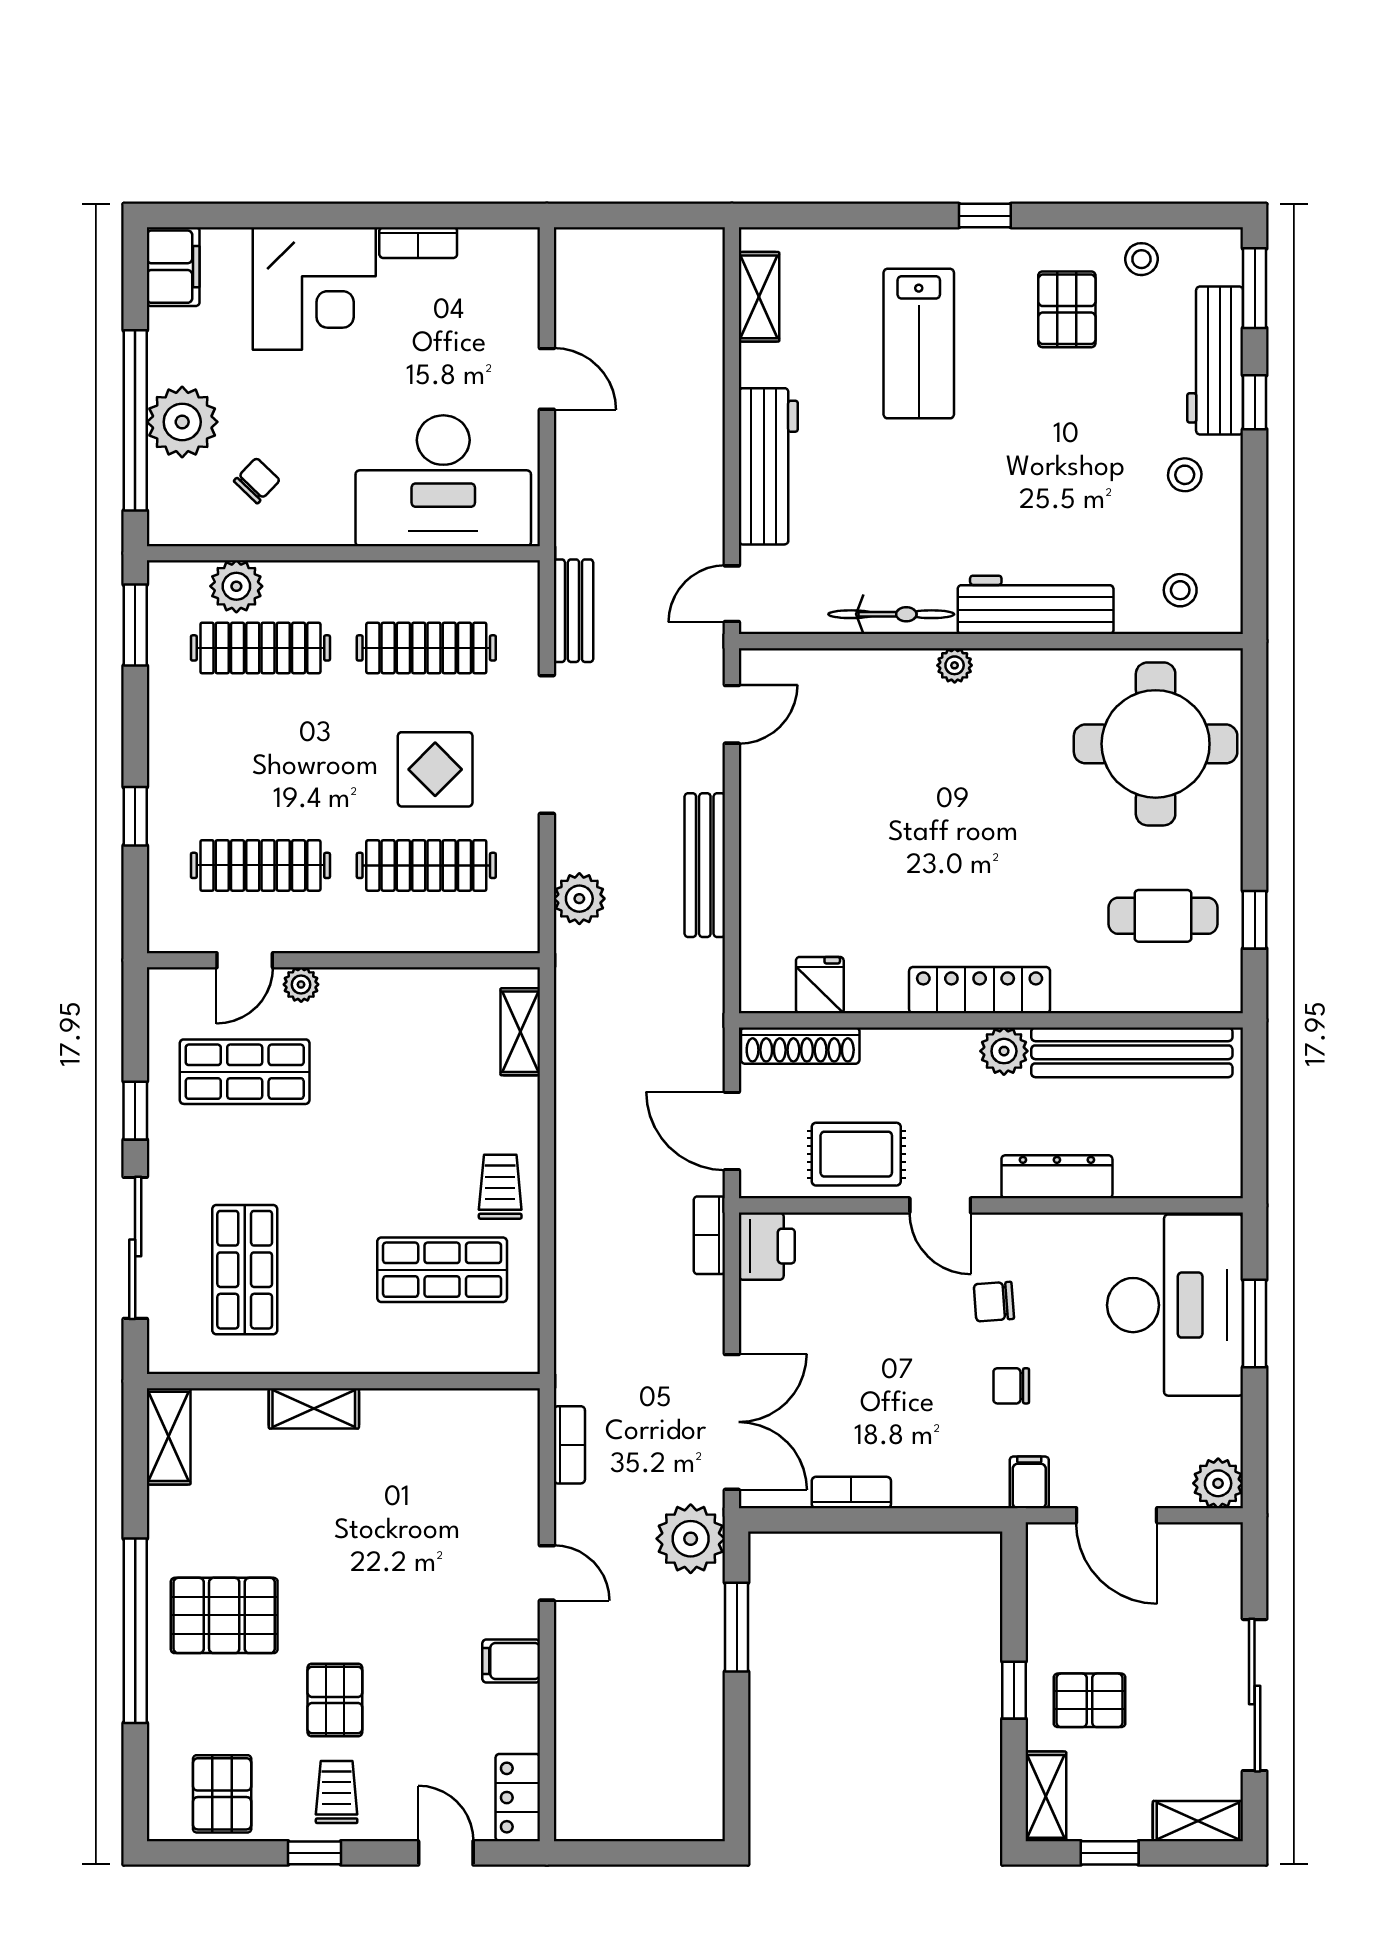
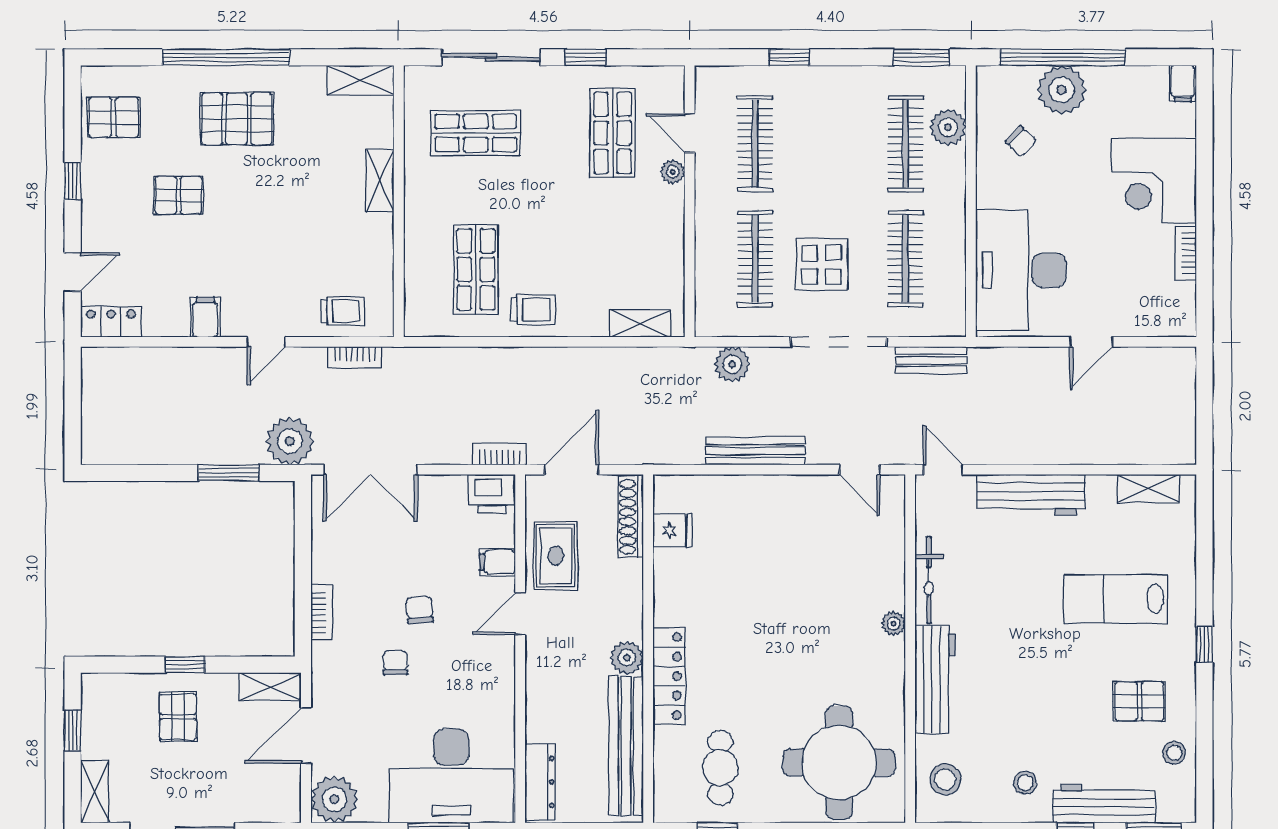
filing cabinet: (173, 267) -> (1183, 84), width x0.50
stool: (1180, 590) -> (945, 780), width x1.37, depth x1.37
locker: (980, 990) -> (669, 676), moved
dresser: (1057, 1177) -> (540, 782), moved
chair: (994, 1302) -> (420, 610), moved
filing cabinet: (1029, 1482) -> (497, 562), moved, turned 180
plant: (1218, 1483) -> (334, 799), width x1.36, depth x1.36
bookcase: (851, 1493) -> (322, 613), moved
pallet: (224, 1615) -> (237, 119), turned 90
trolley: (337, 1792) -> (343, 311), moved
shelving: (1046, 1796) -> (270, 687), moved

